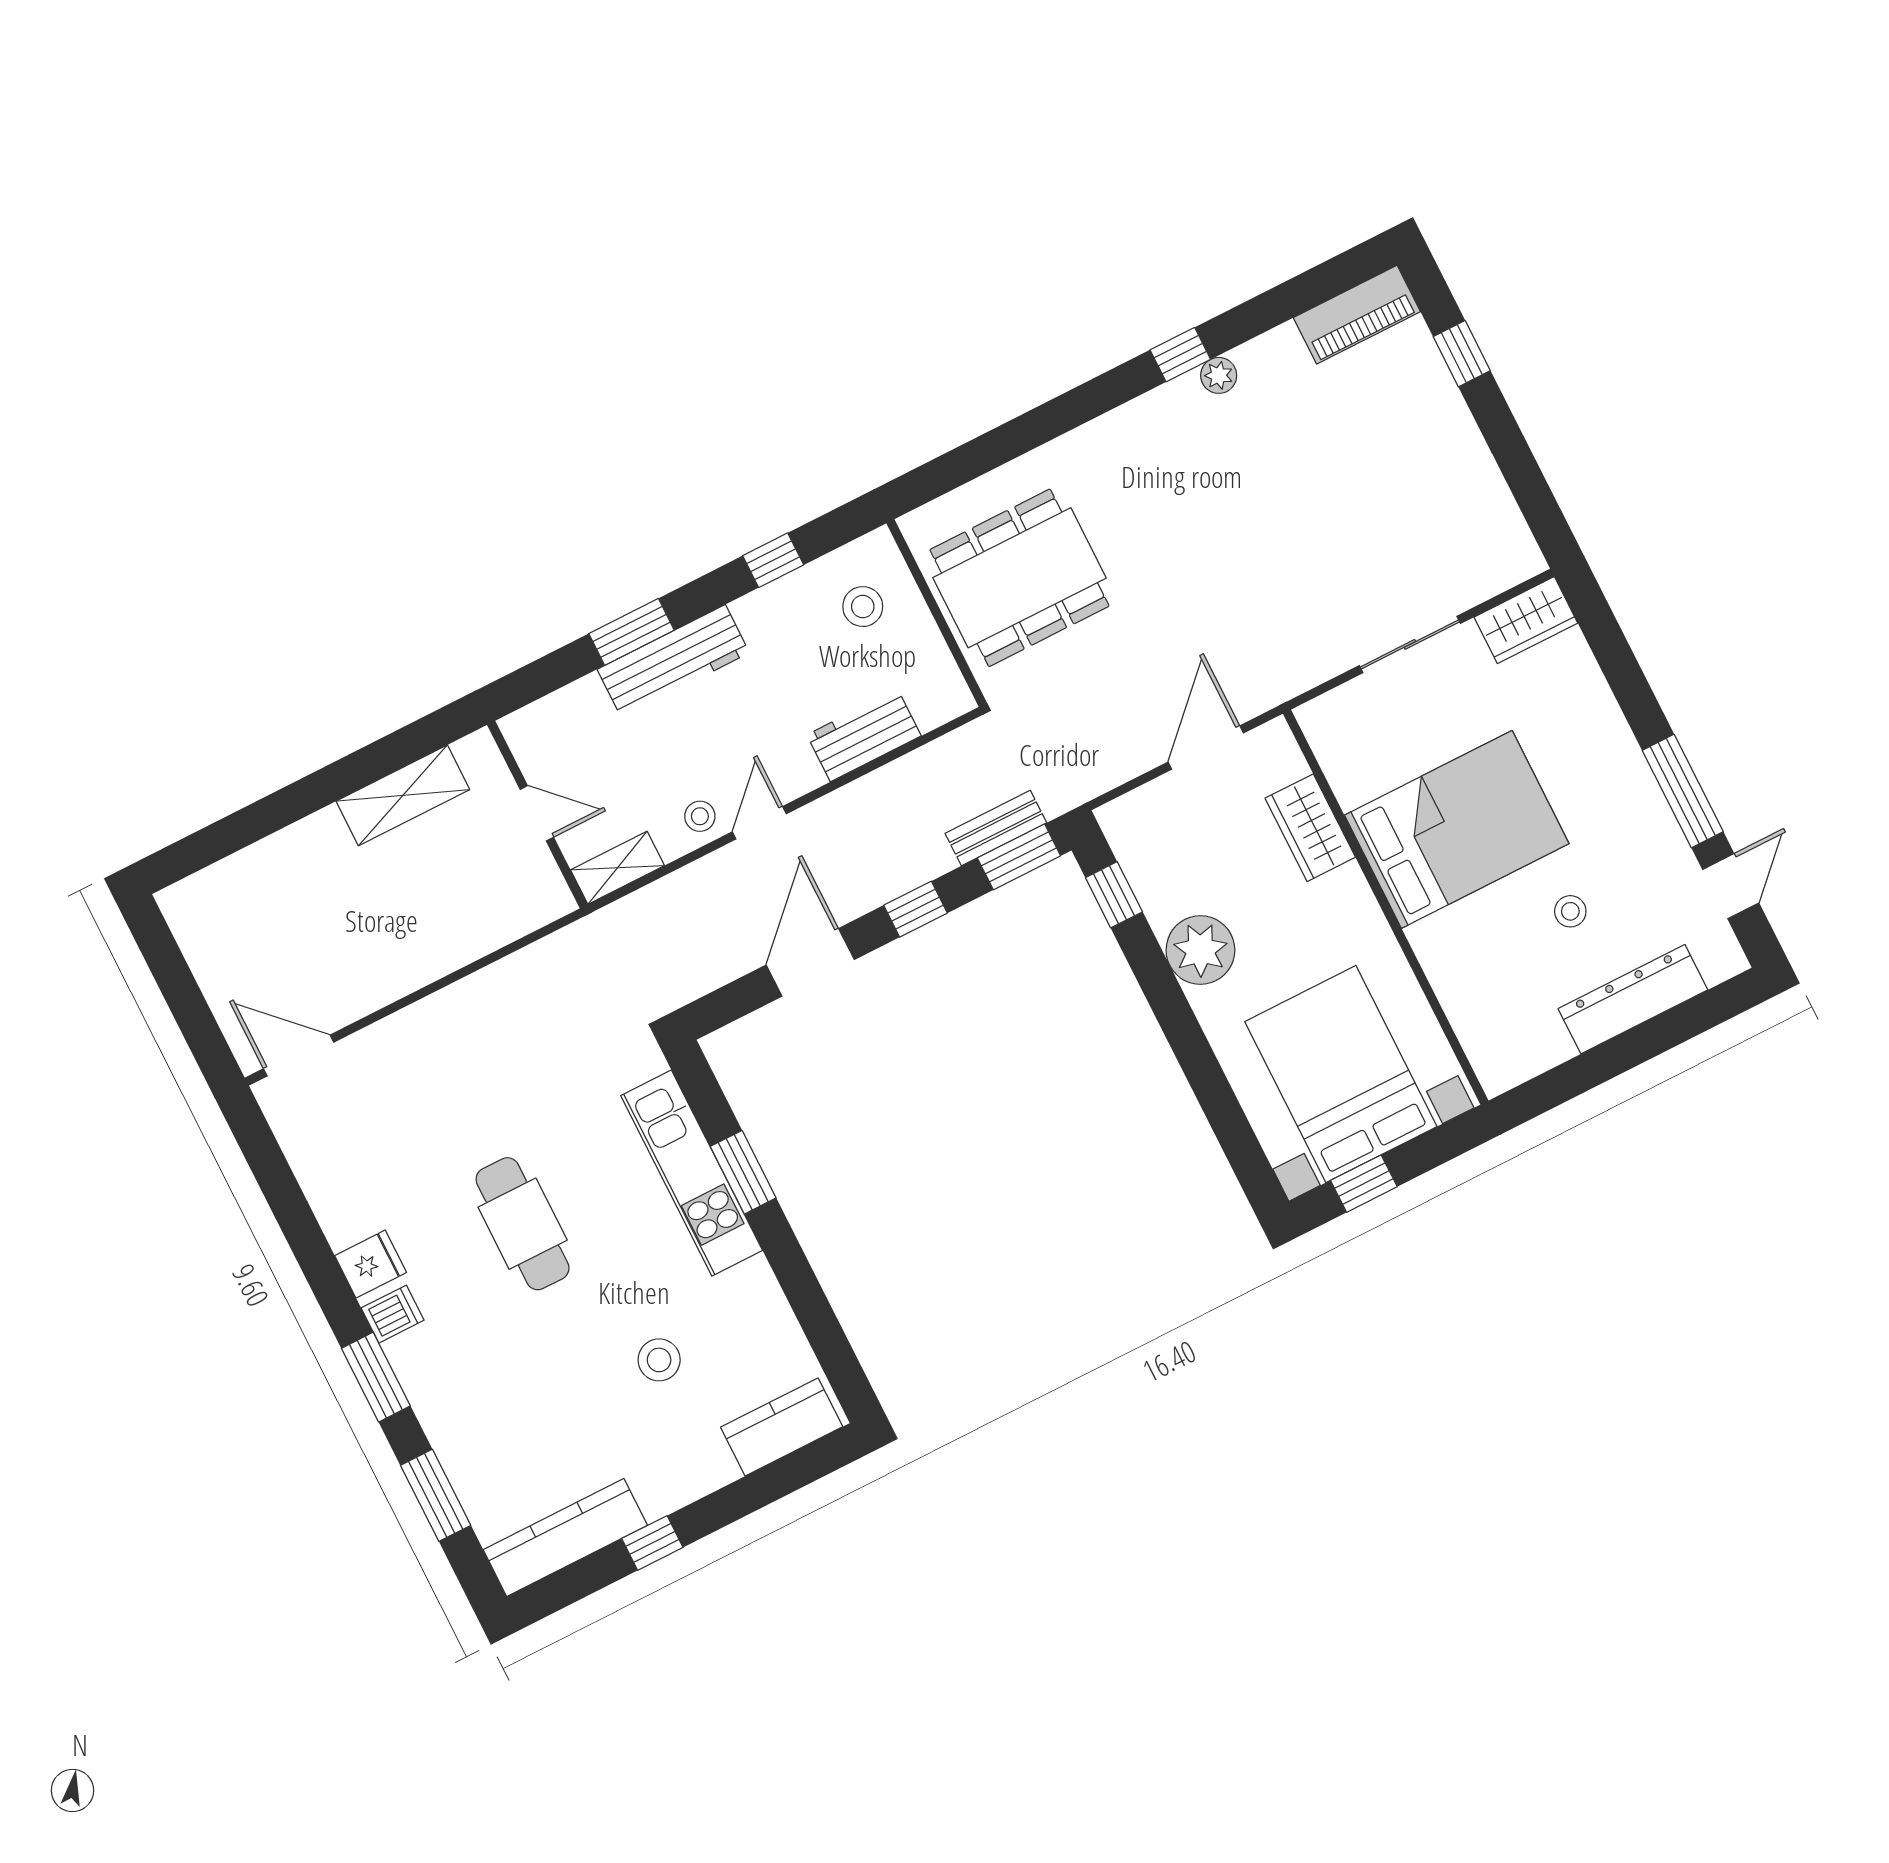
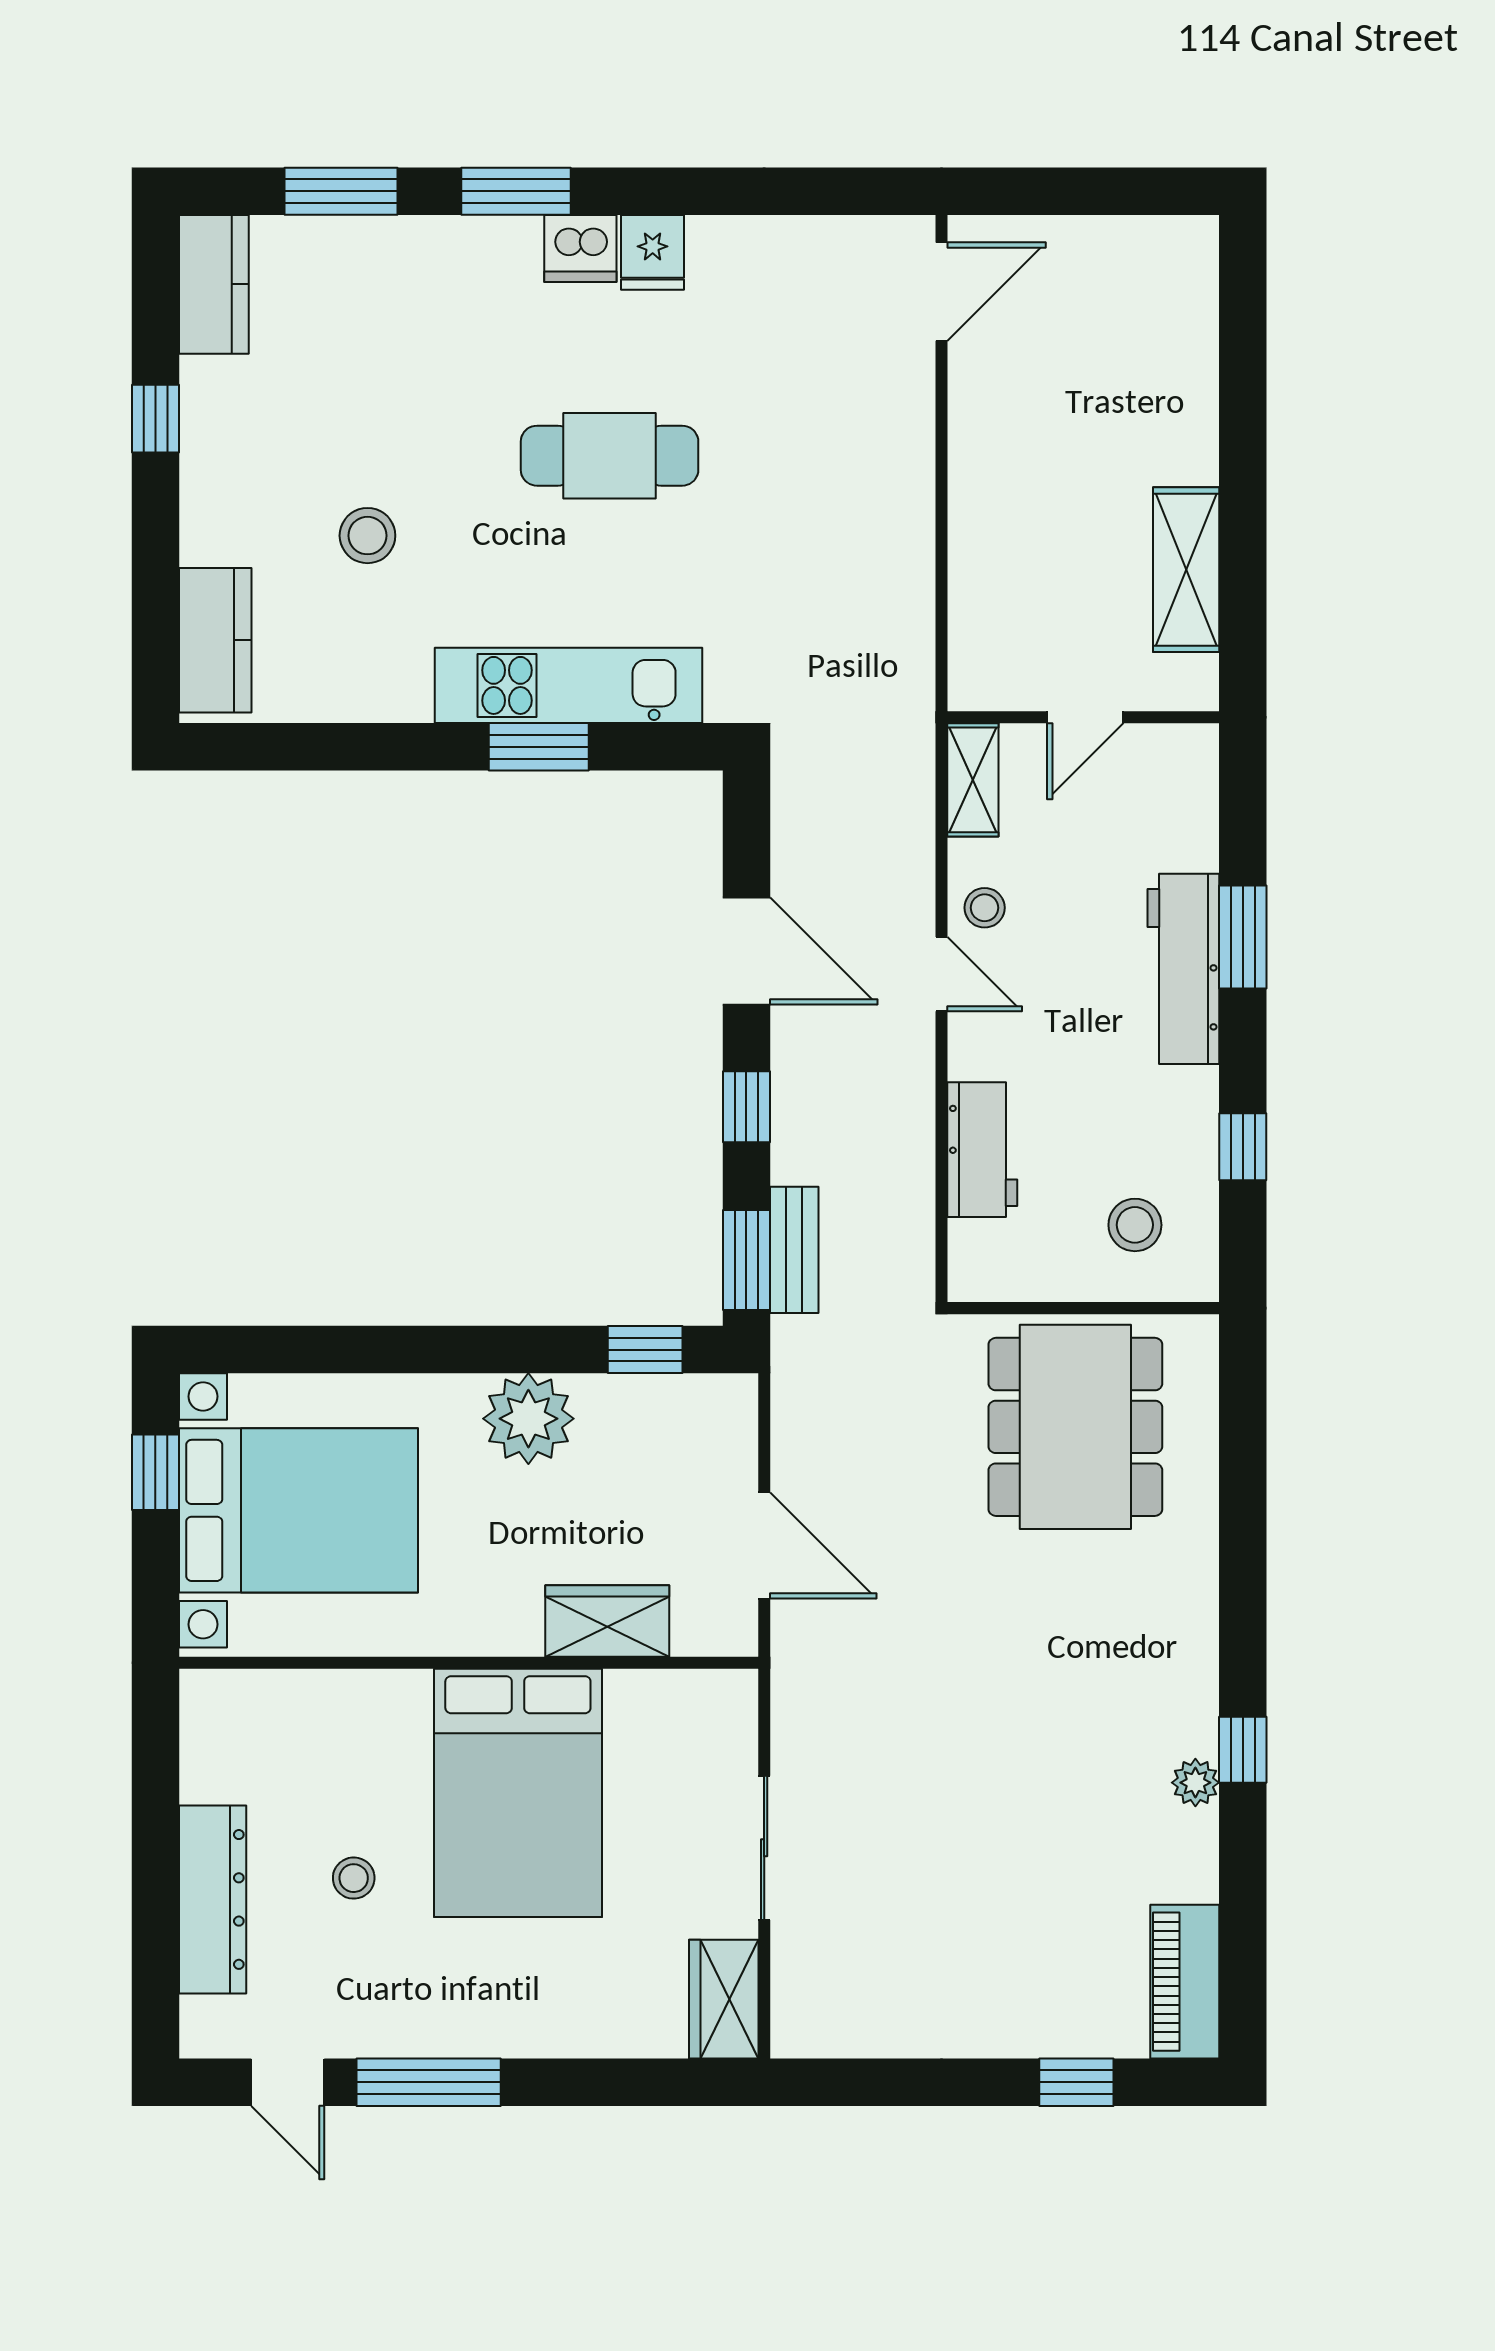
dishwasher: (393, 1314) -> (580, 249), width x1.38
kitchen counter: (565, 1537) -> (214, 284), width x0.67

